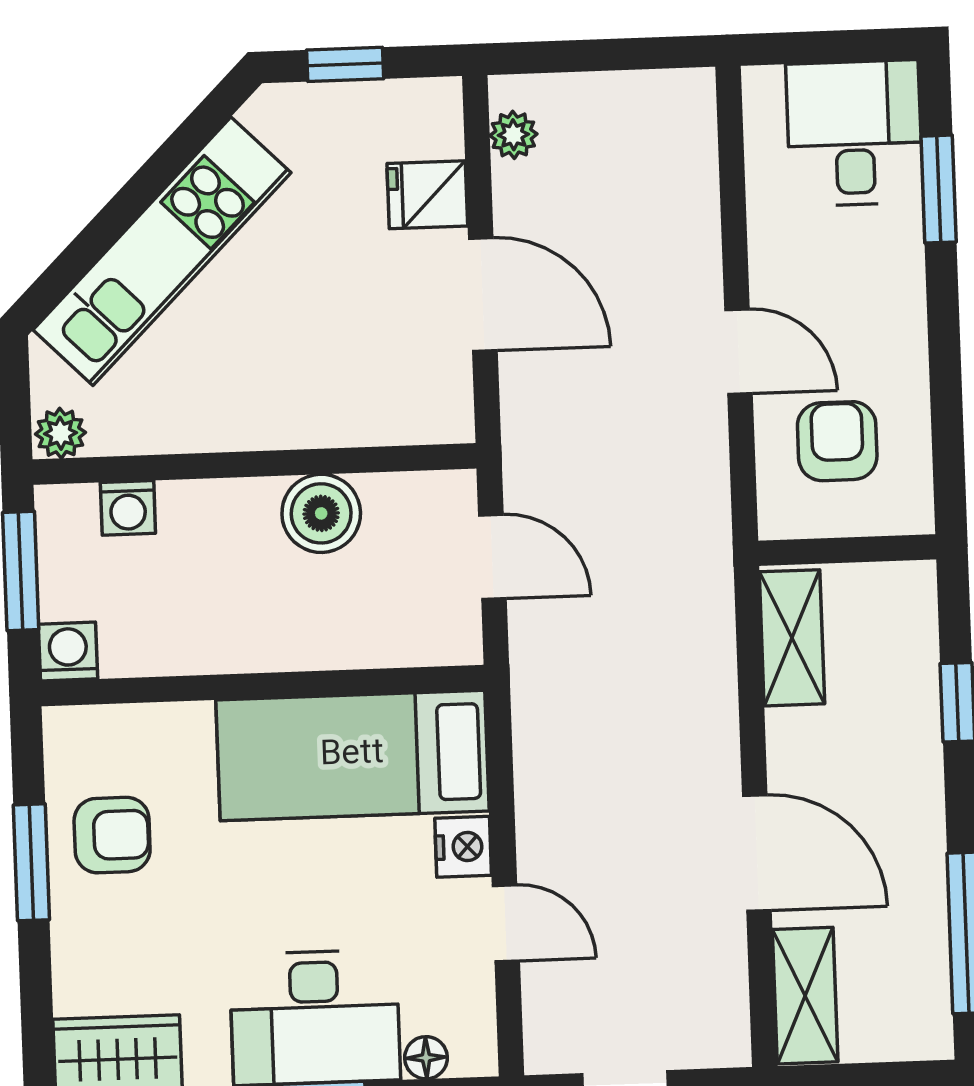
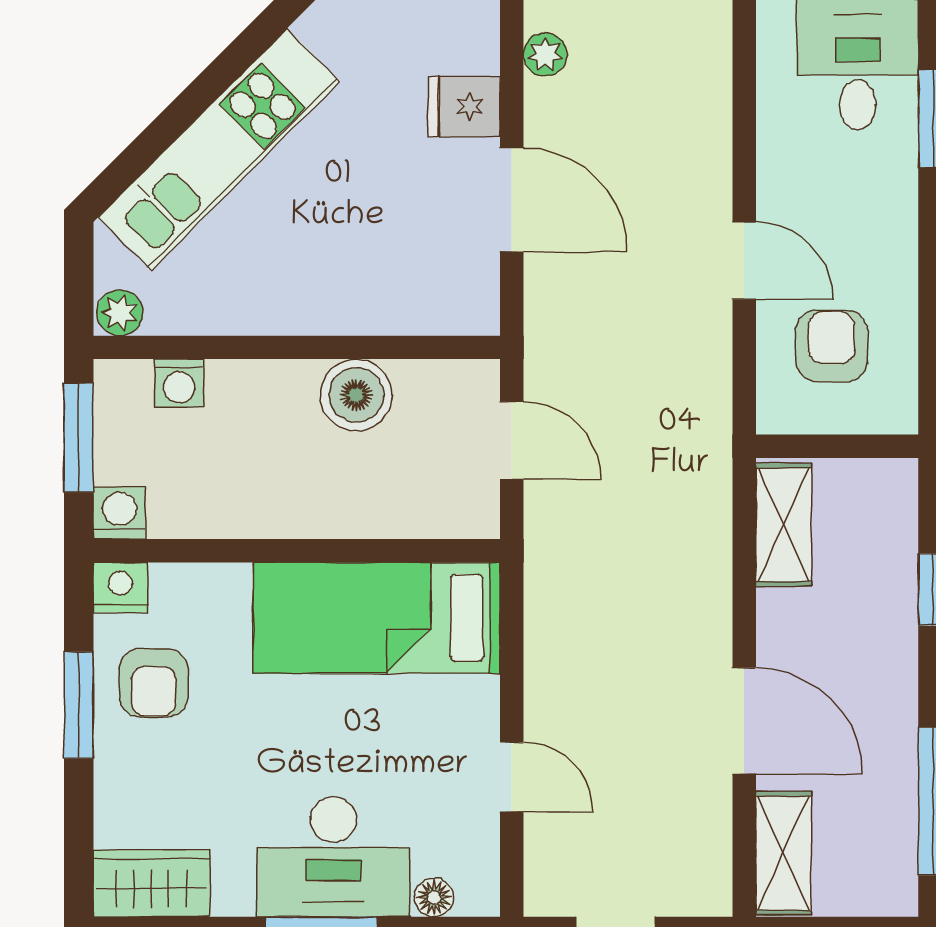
armchair: (112, 835) -> (154, 683), turned 90
nightstand: (463, 847) -> (120, 587), moved, turned -90

